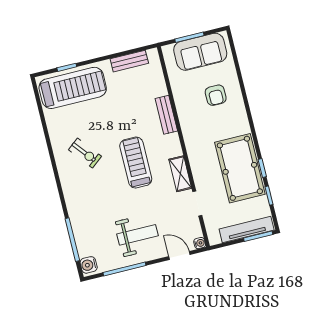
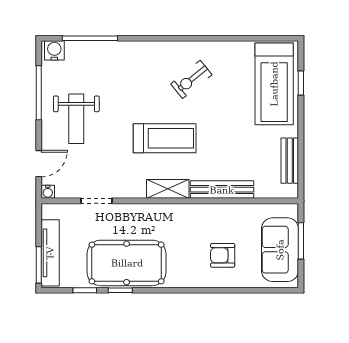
bench: (166, 115) -> (222, 190), width x1.36
shelving: (180, 174) -> (168, 189), moved

